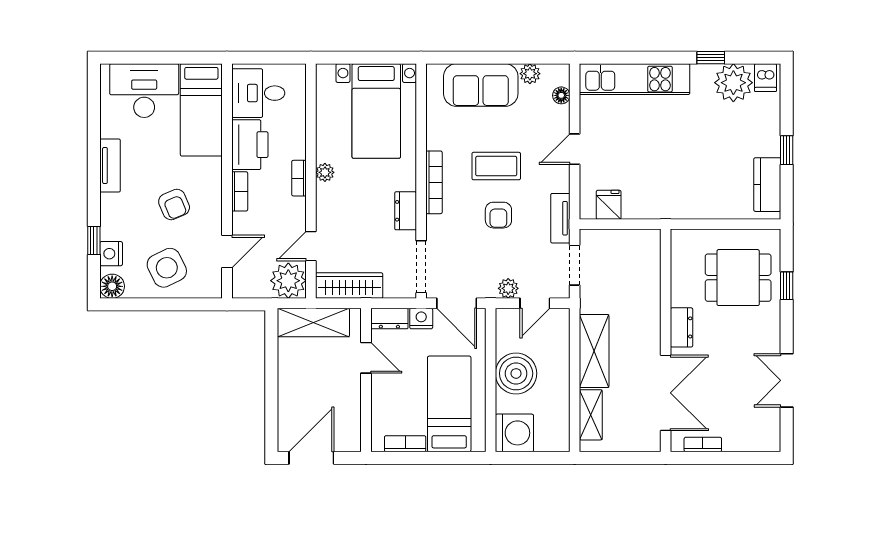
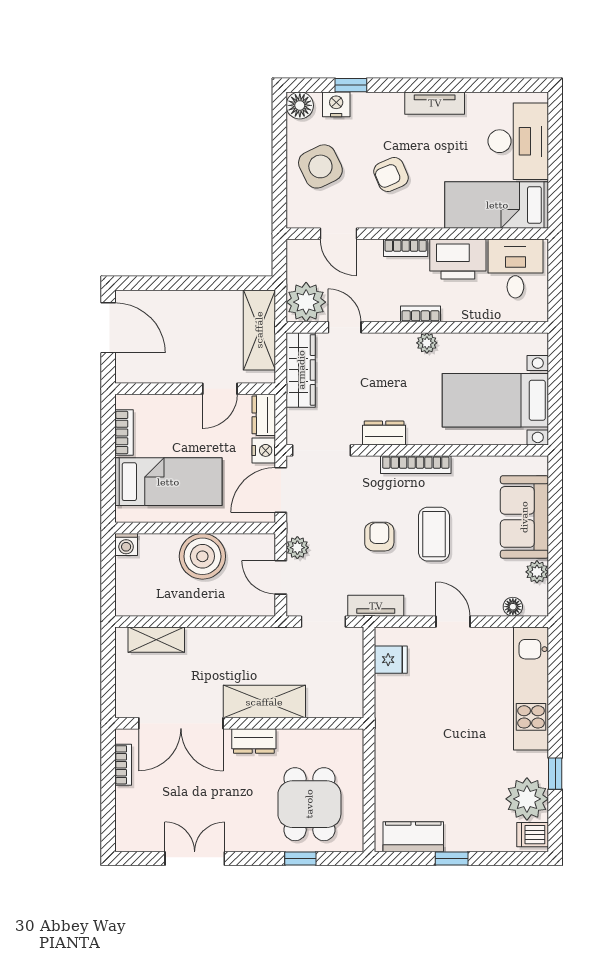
armchair: (498, 215) -> (379, 537), turned 90
shelving: (594, 351) -> (264, 702), moved
washing machine: (514, 433) -> (126, 545), width x0.53, depth x0.53

